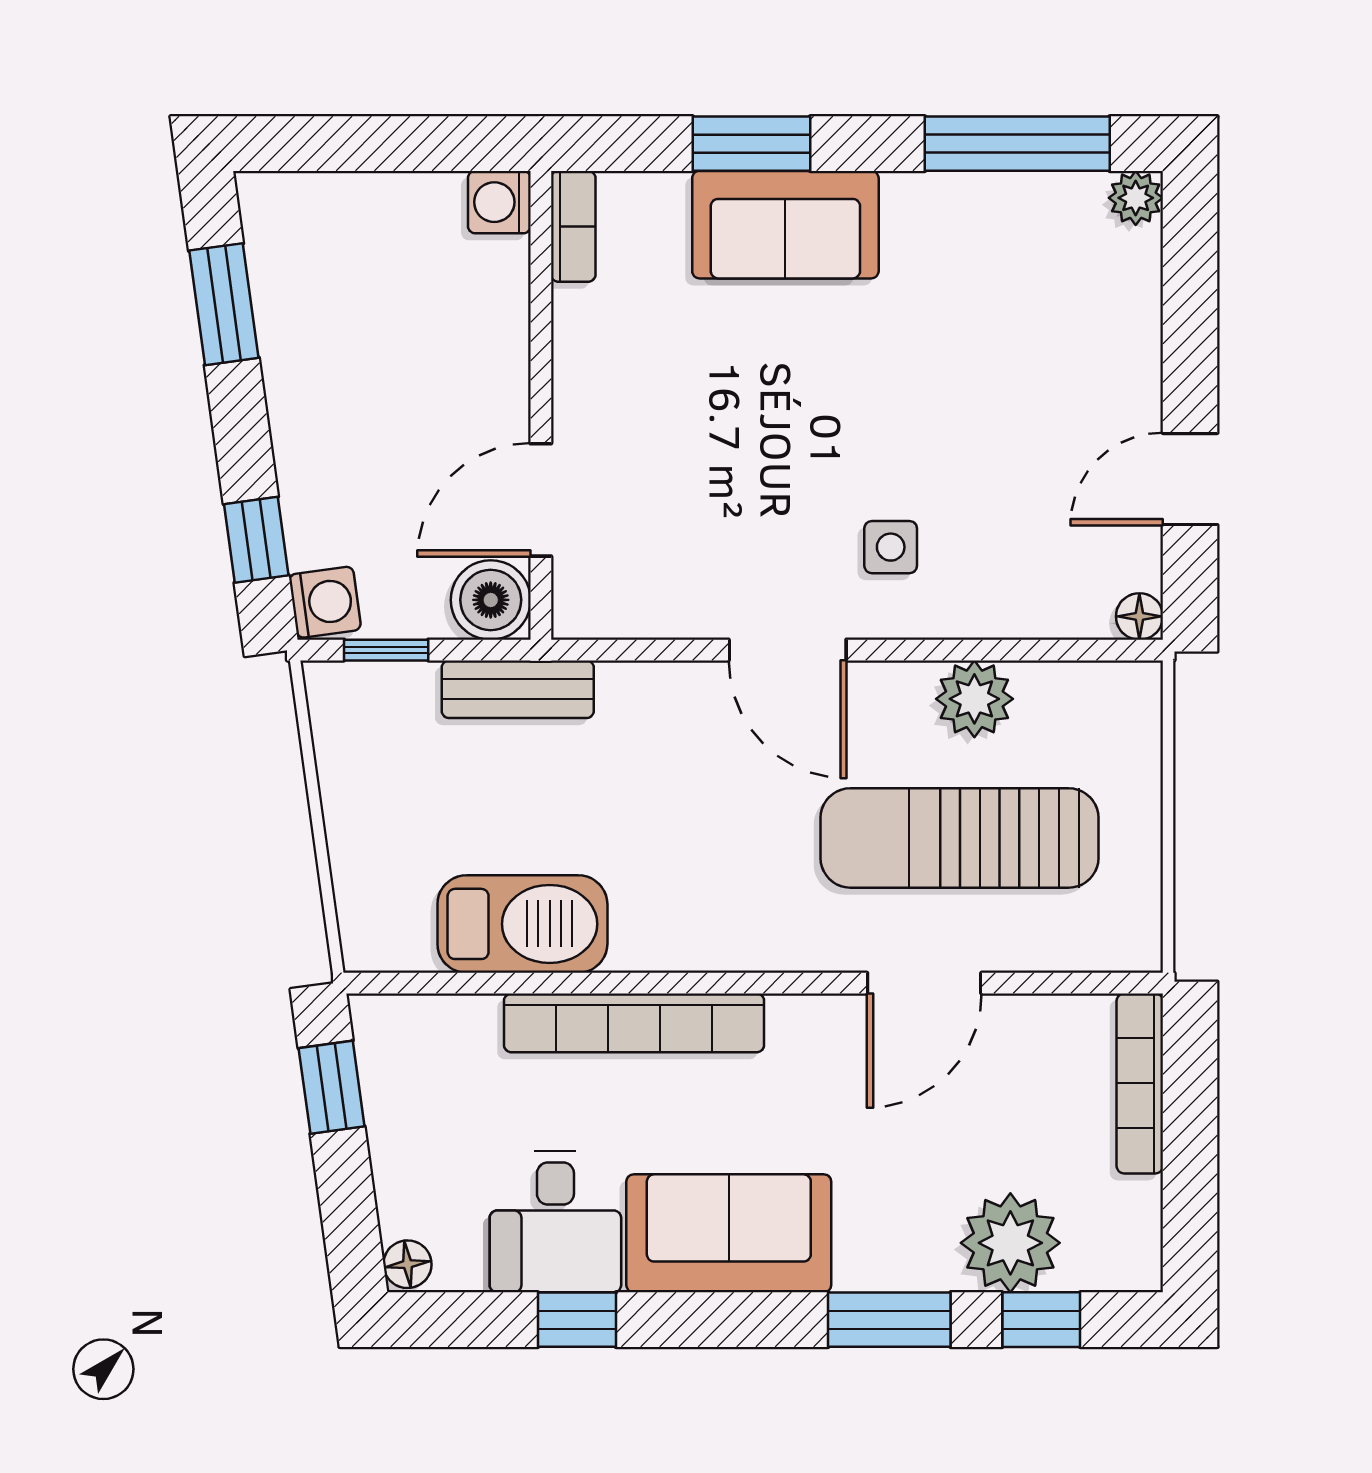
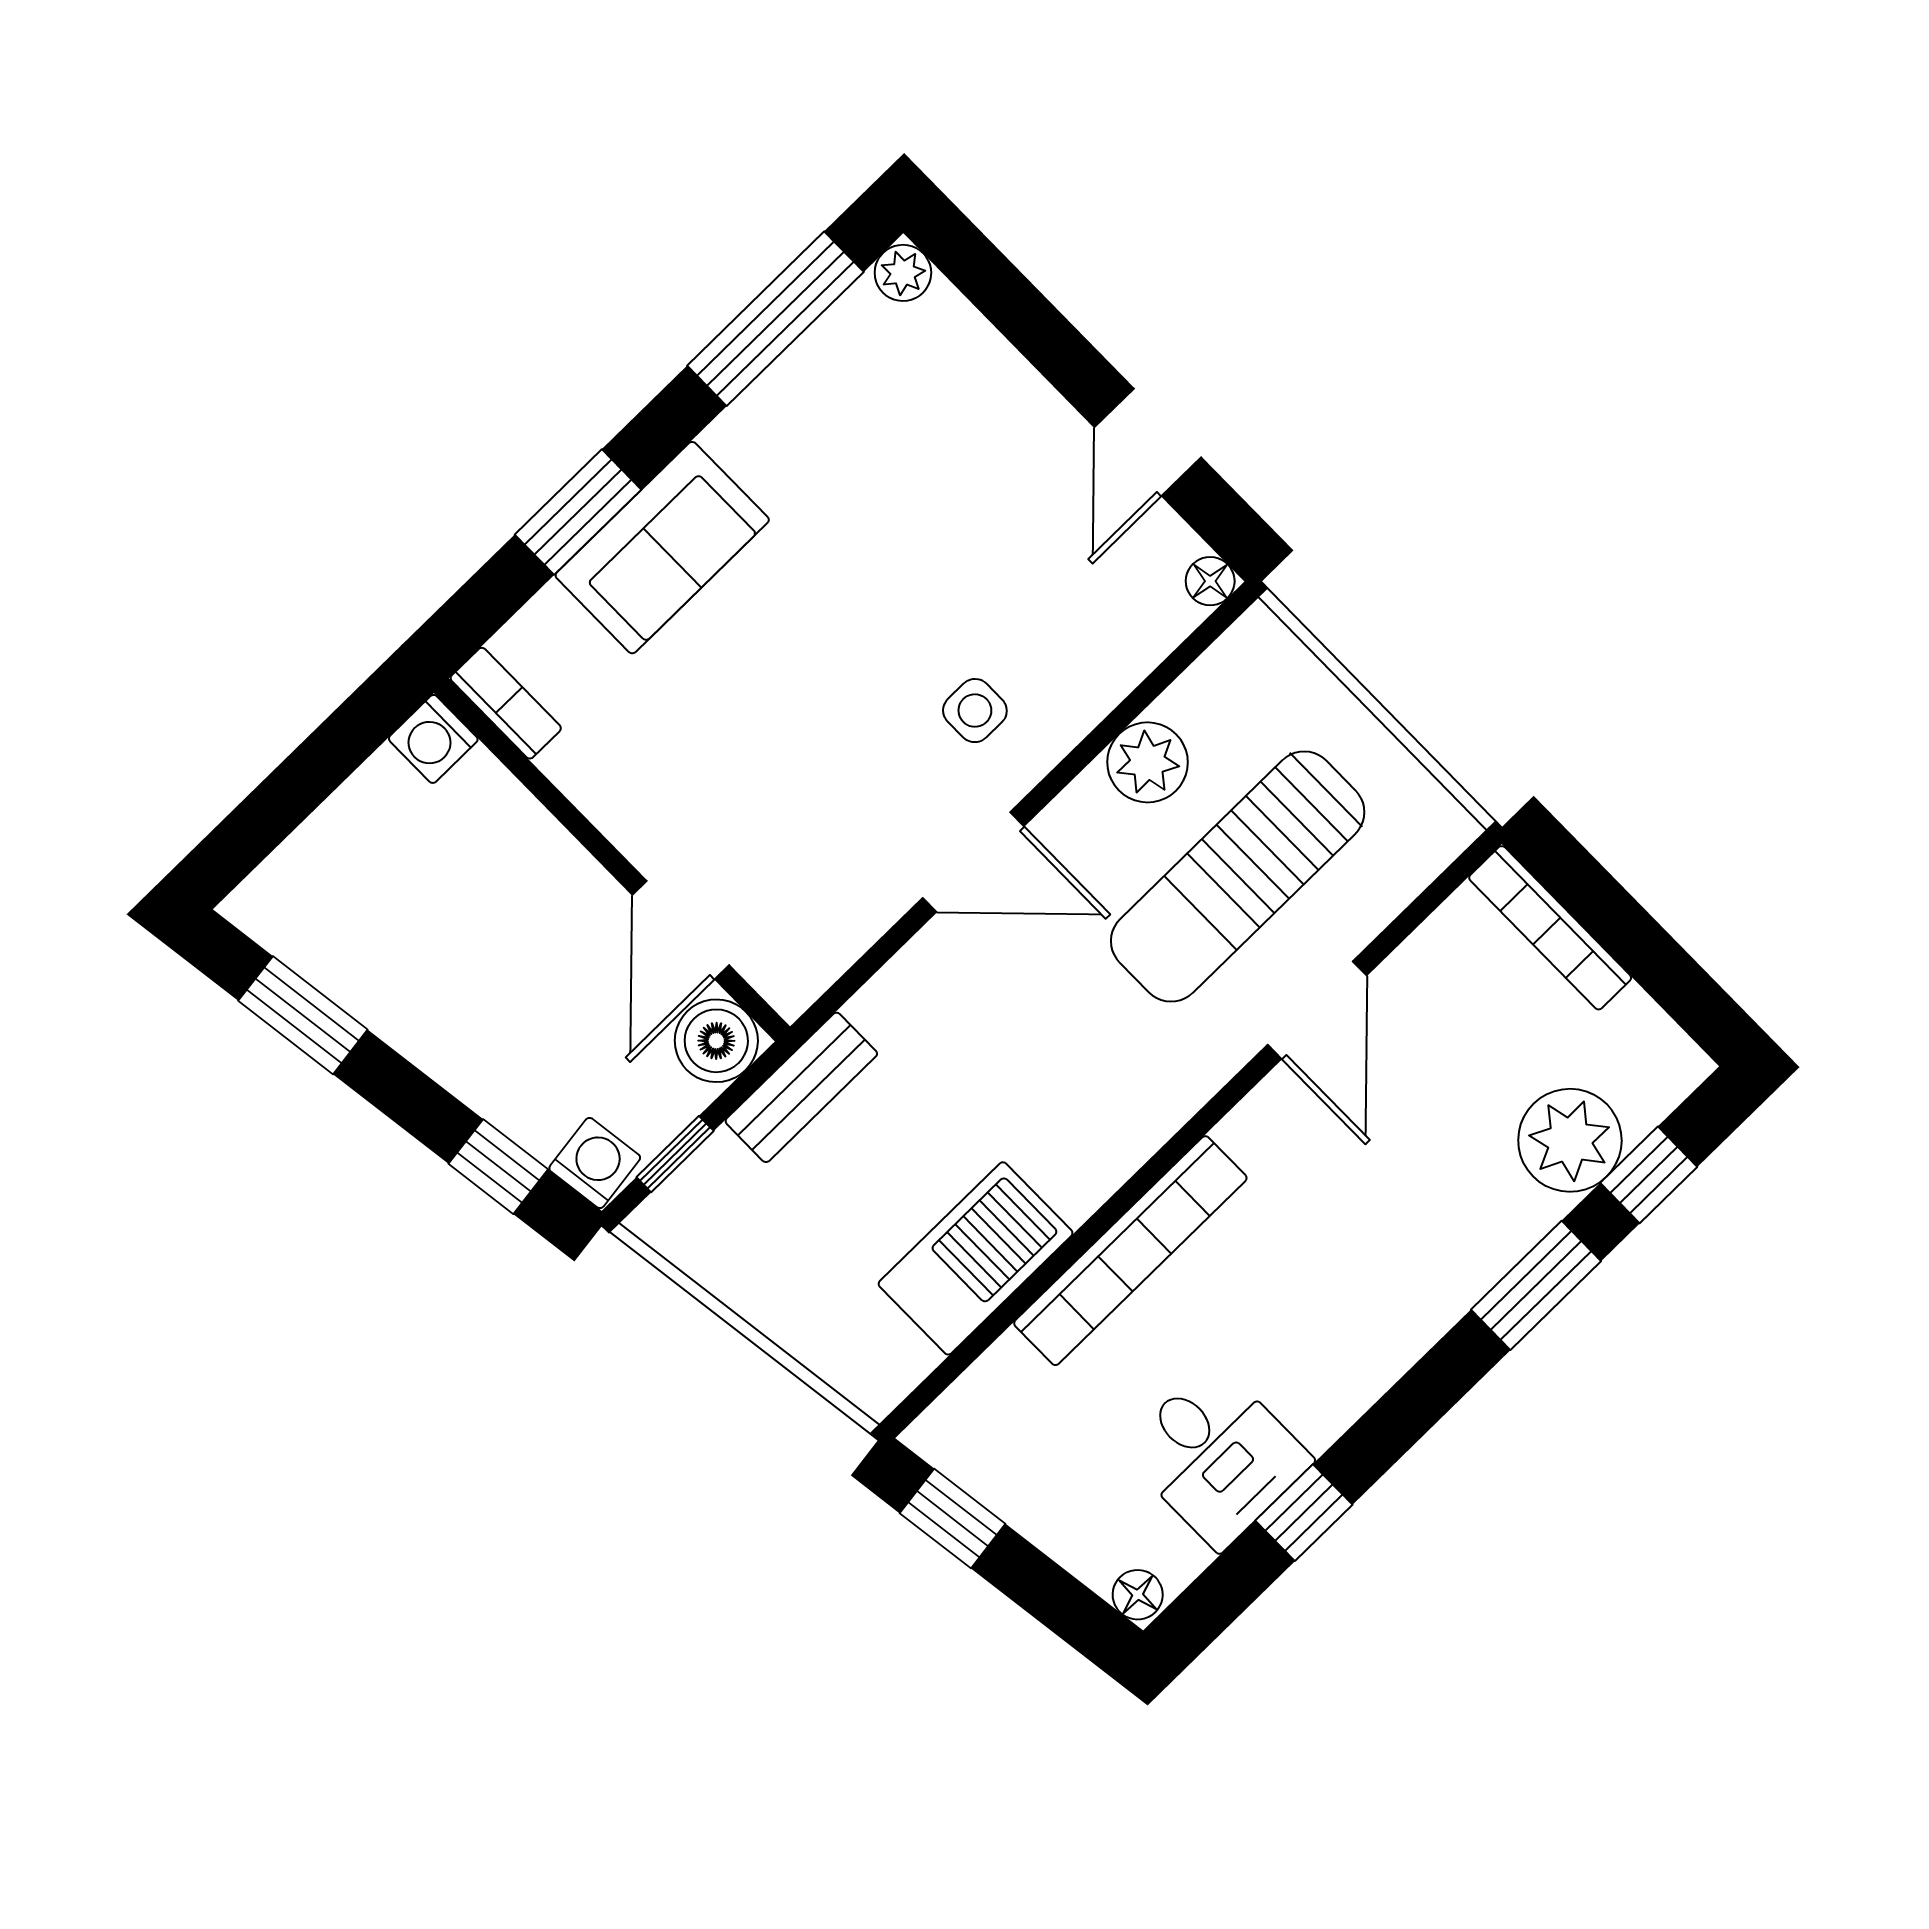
sofa: (729, 1233) -> (1354, 1338), removed

